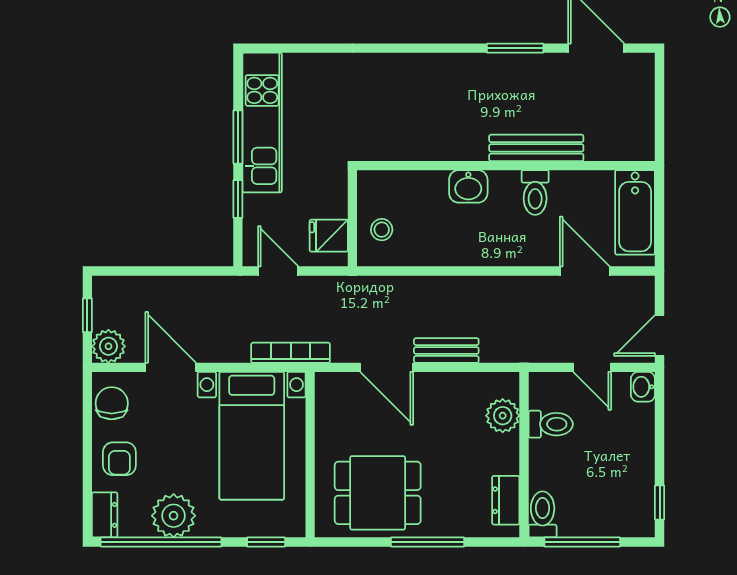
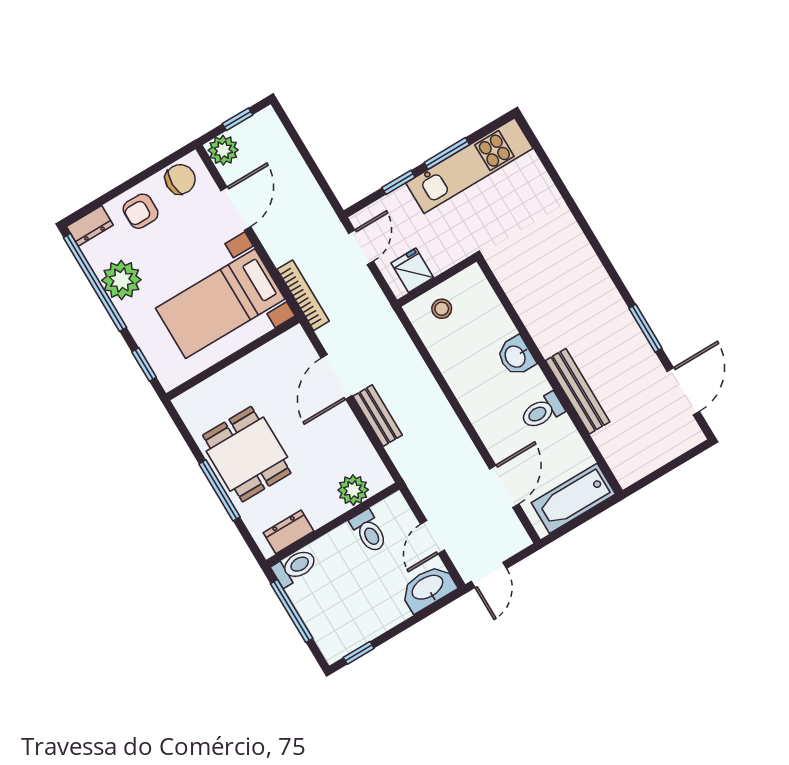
door: (660, 335) -> (489, 575), swing flipped
washbasin: (643, 387) -> (428, 588), width x1.91, depth x1.45
dining table: (378, 493) -> (247, 454), moved

